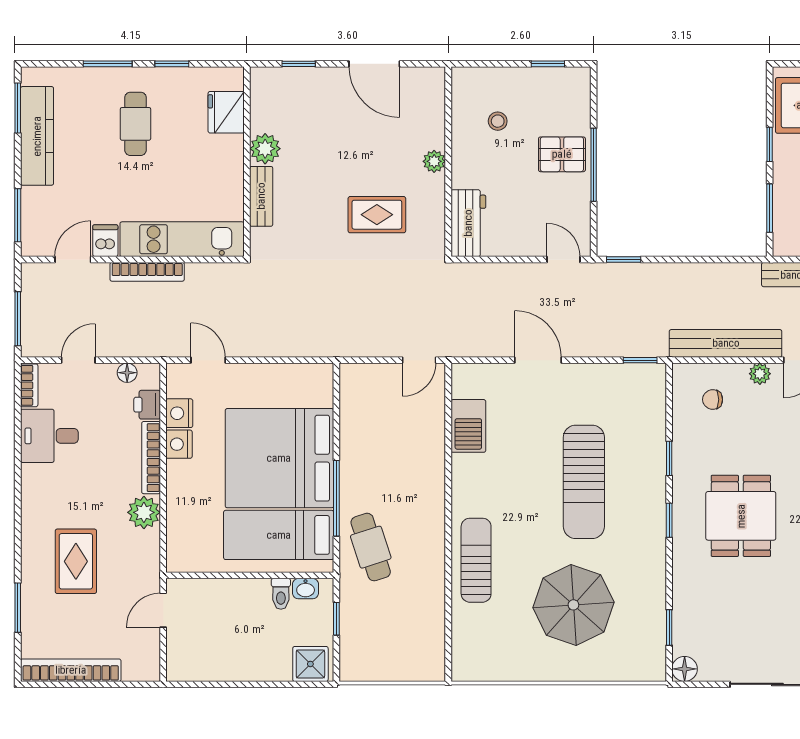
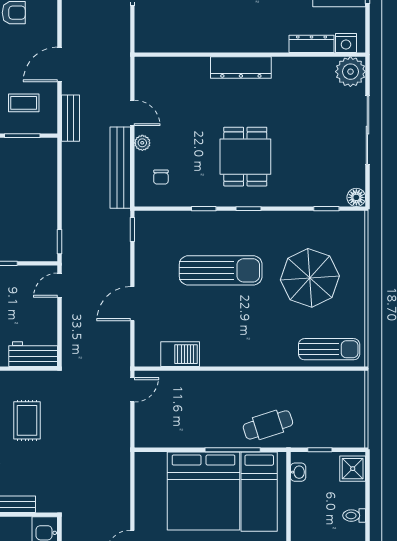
door: (419, 360) -> (132, 390), hinge flipped
dining table: (741, 516) -> (245, 157), turned 90
sun lounger: (476, 560) -> (329, 349), moved, turned 180
toilet: (281, 594) -> (354, 516), moved, turned 180

